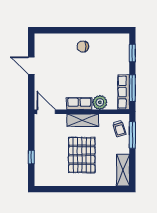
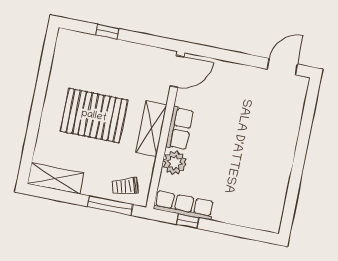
chair: (83, 47) -> (272, 153), removed
window: (132, 53) -> (245, 233), removed
door: (31, 66) -> (282, 67), moved
window: (132, 88) -> (188, 221), width x0.46

